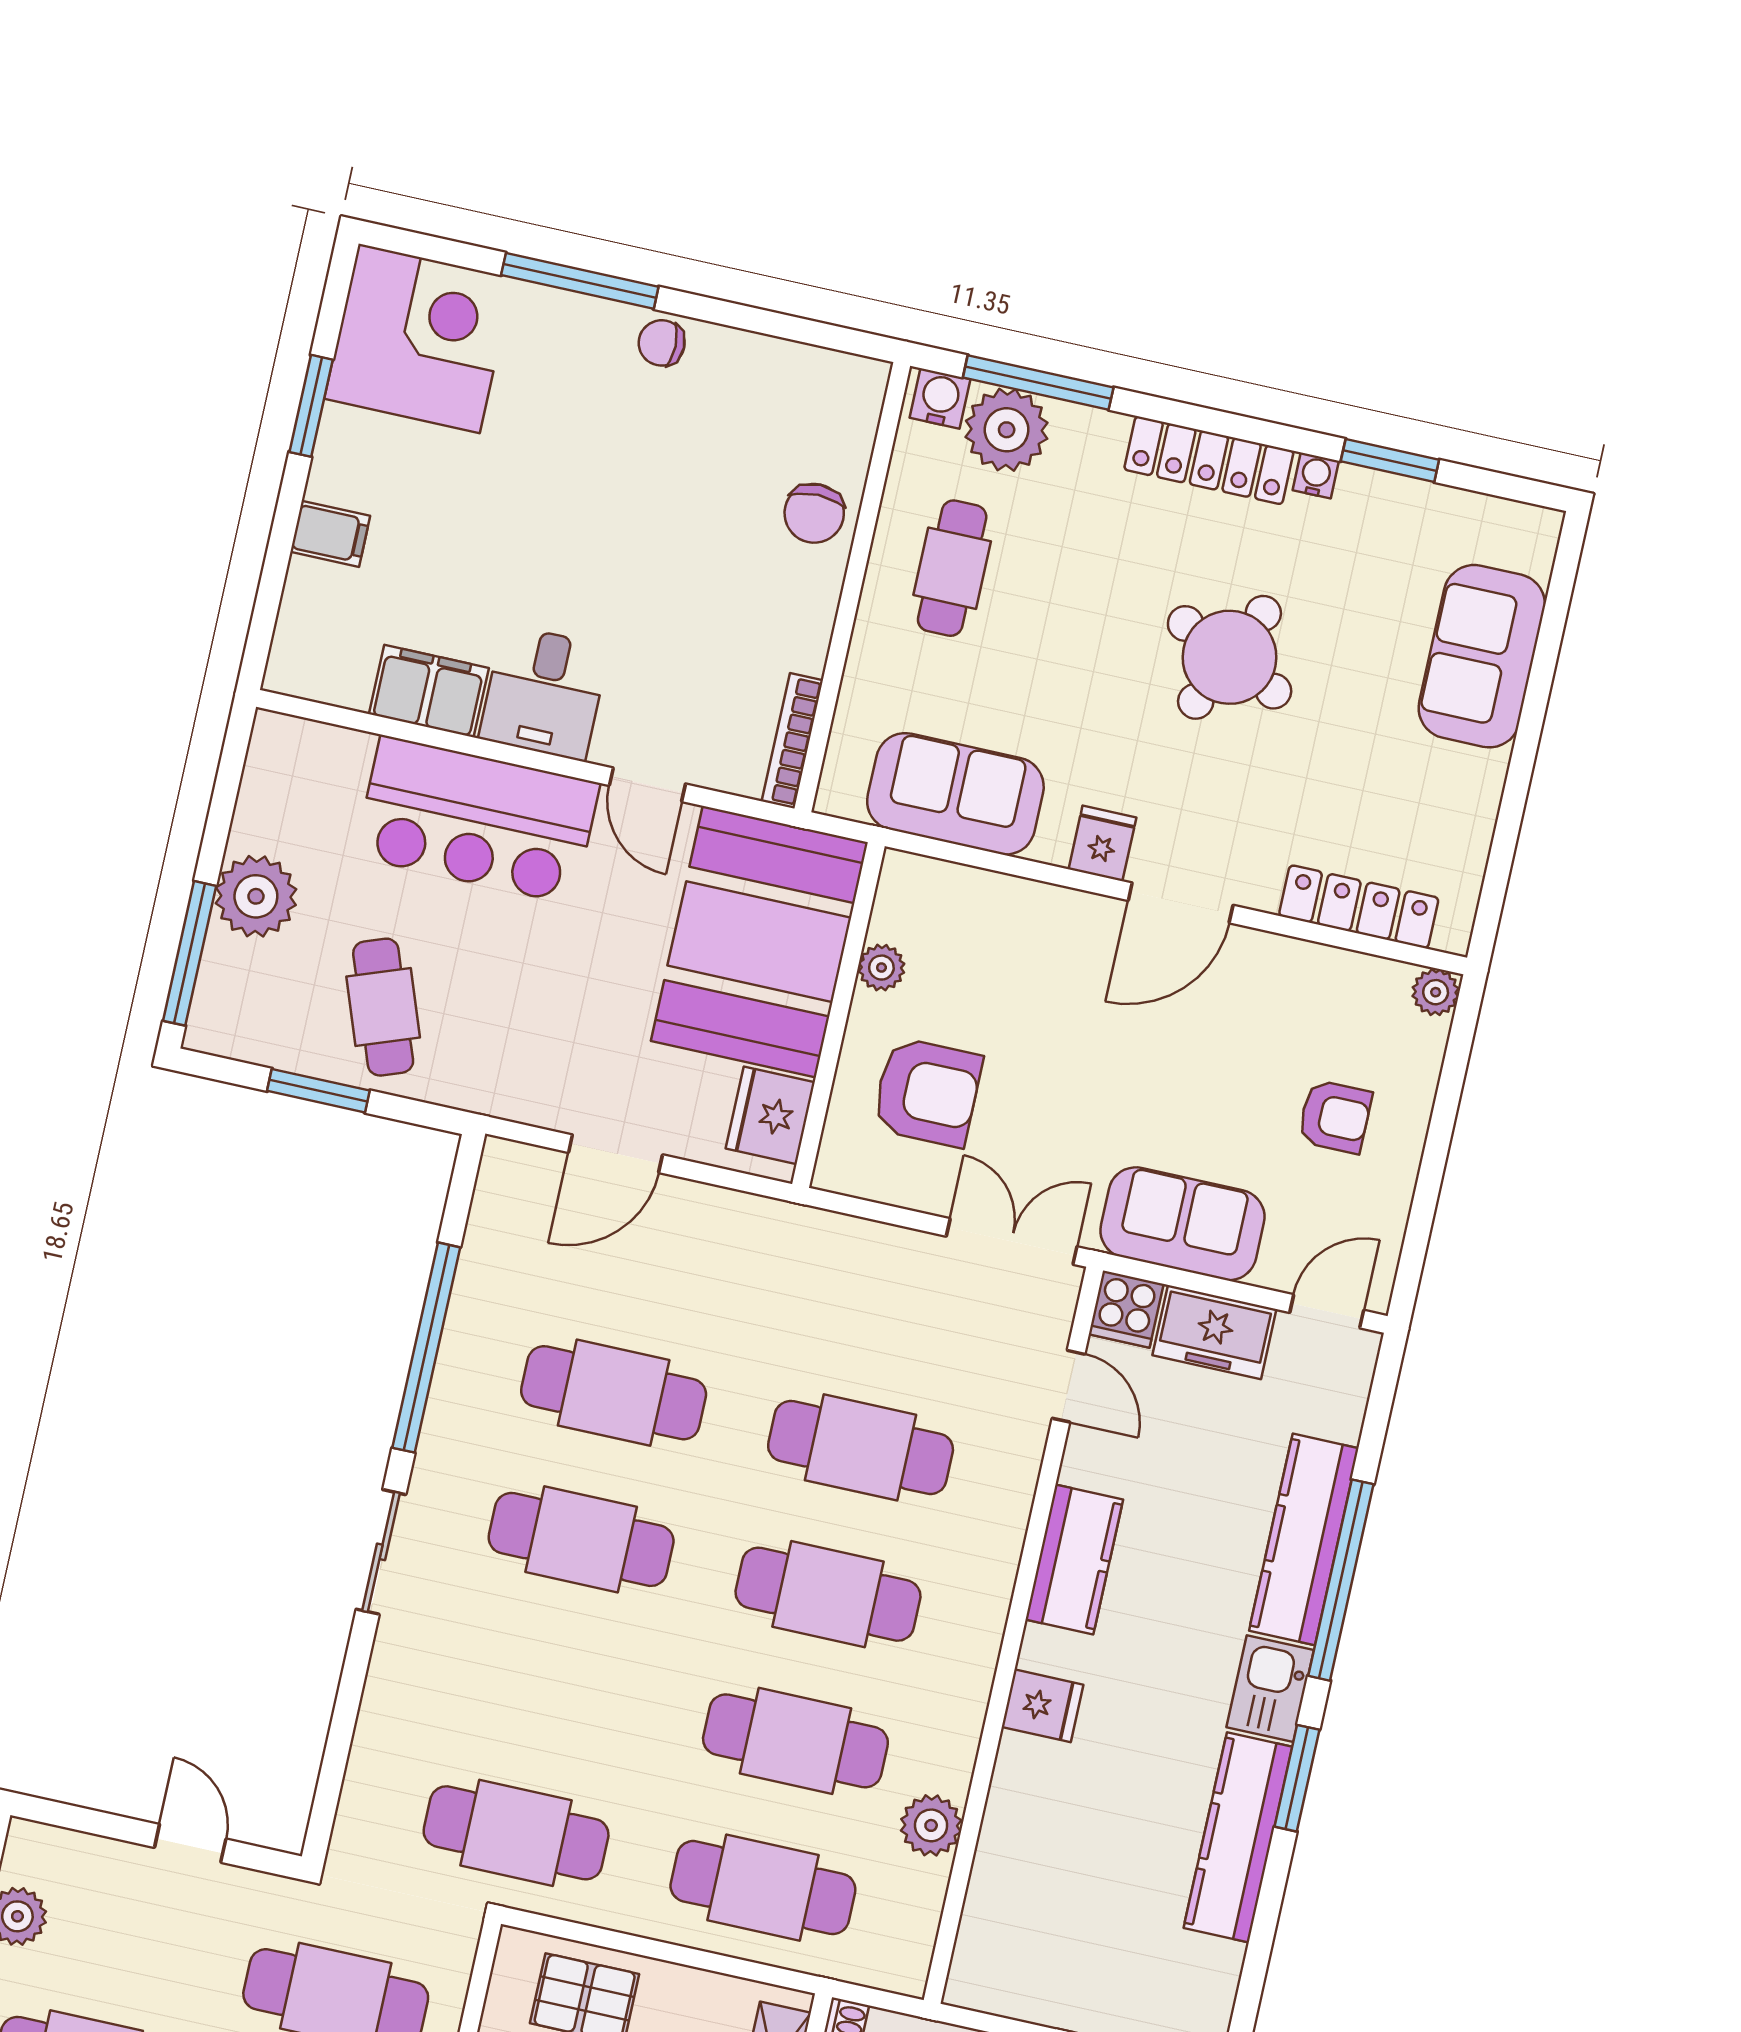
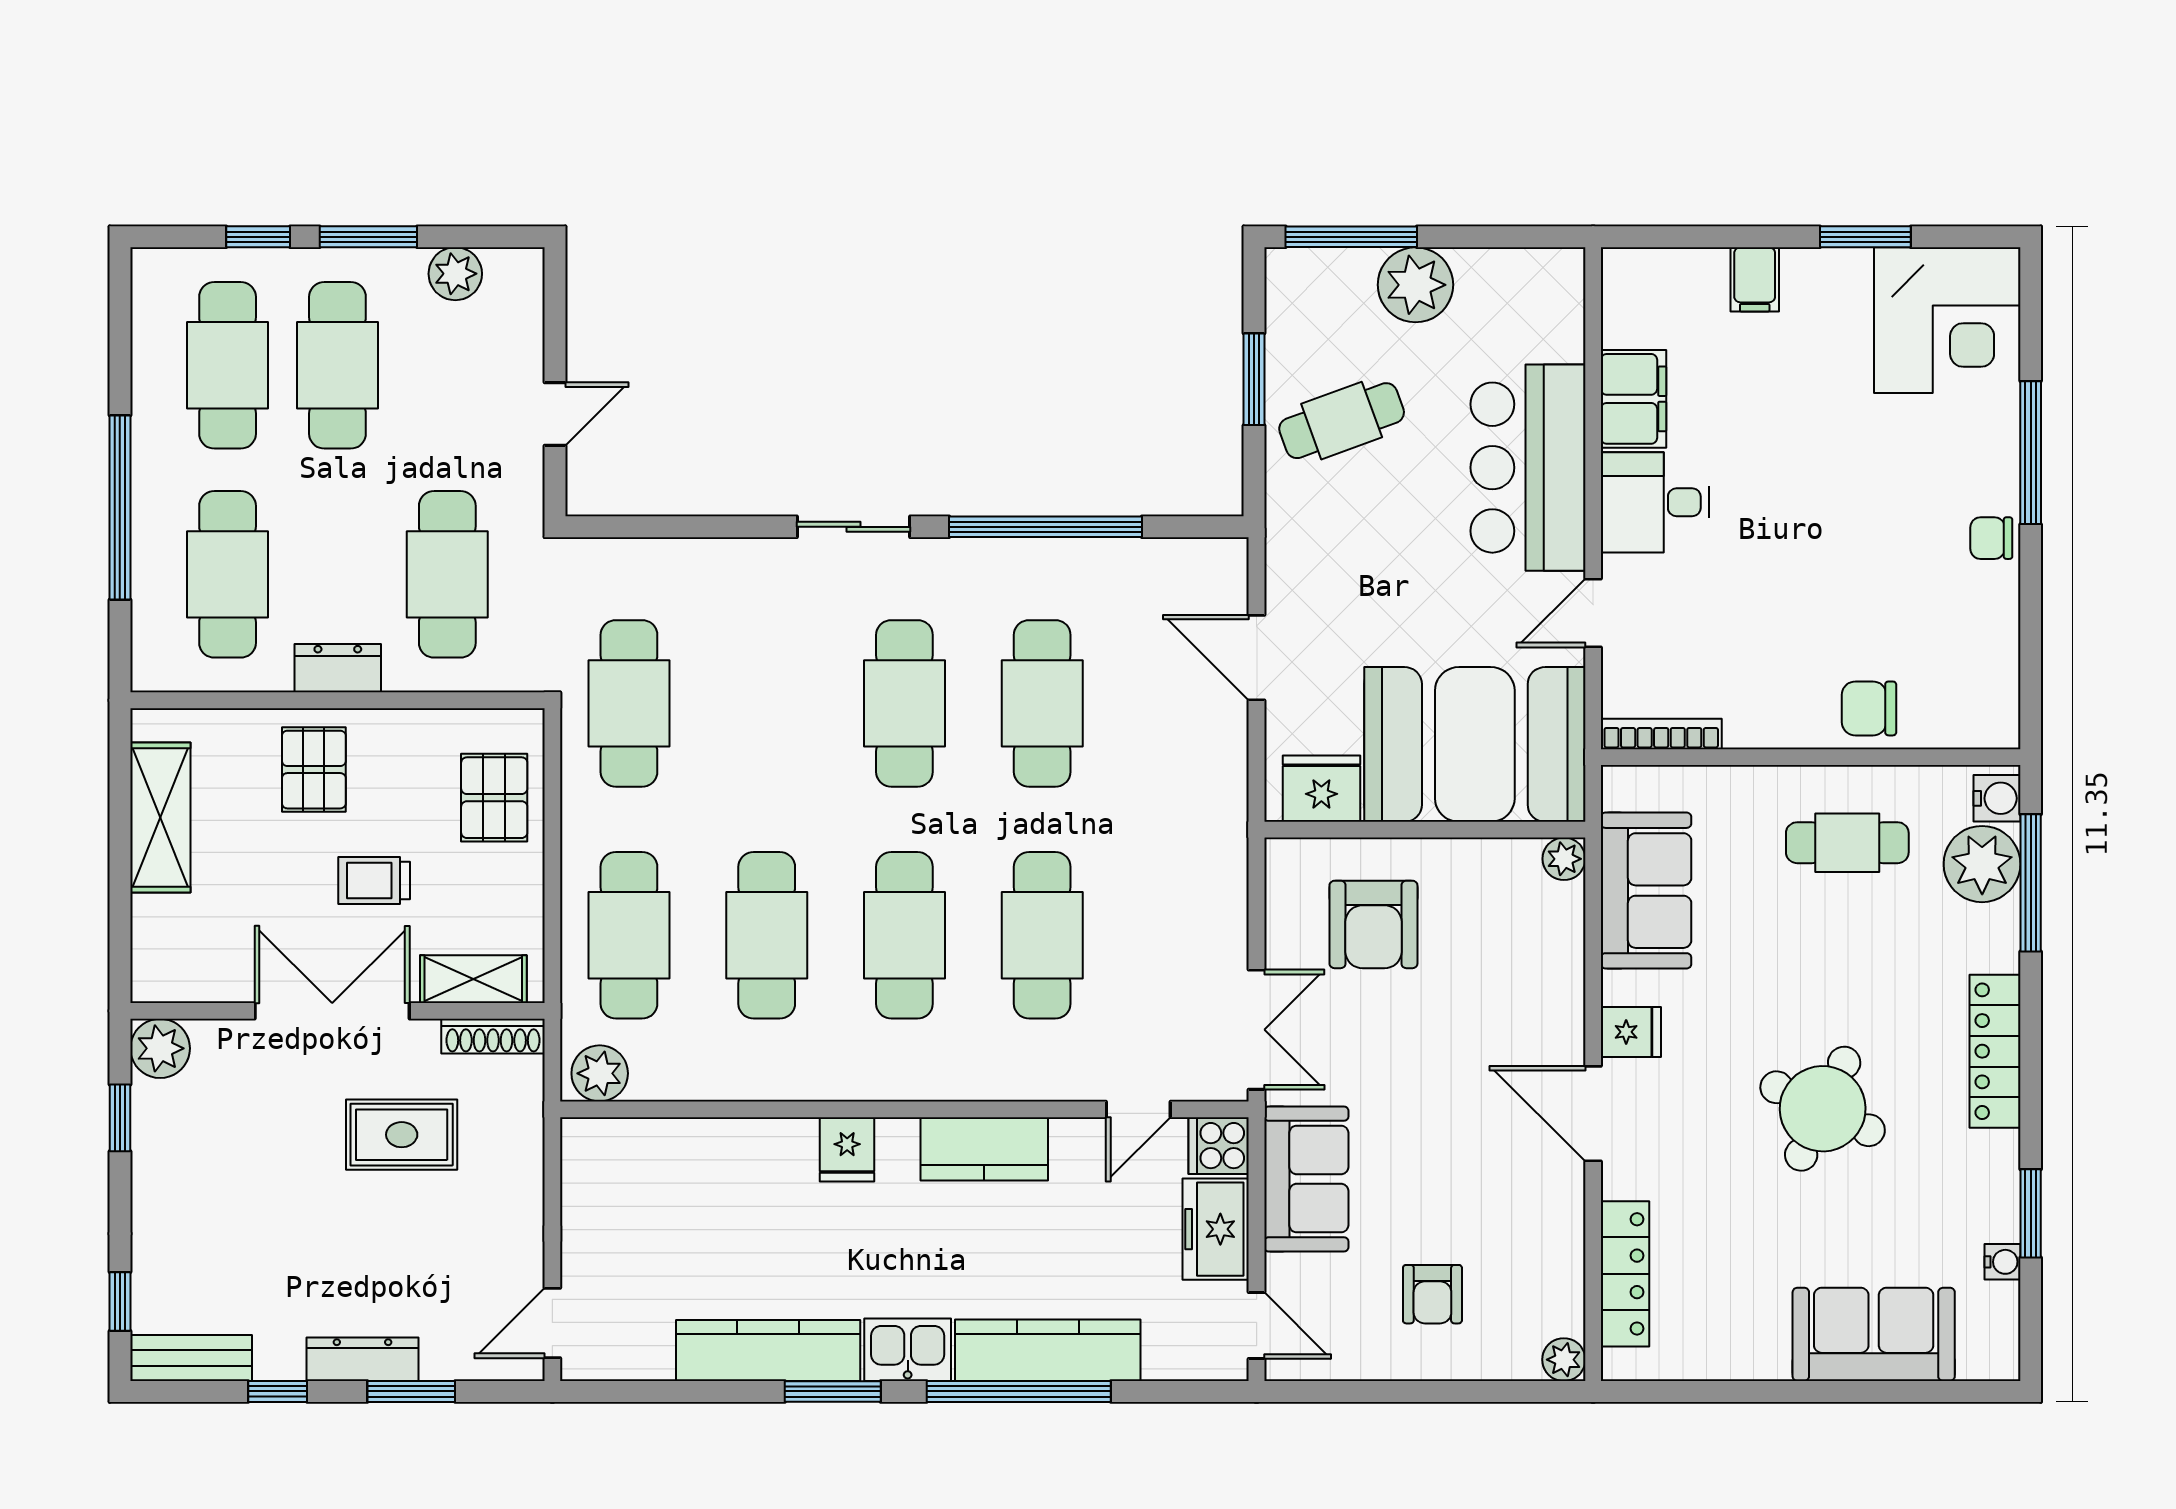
chair: (662, 343) -> (1991, 538), turned -90
water cooler: (1316, 476) -> (2002, 1262), moved
plant: (881, 968) -> (1564, 859), moved
plant: (931, 1825) -> (600, 1073), moved

